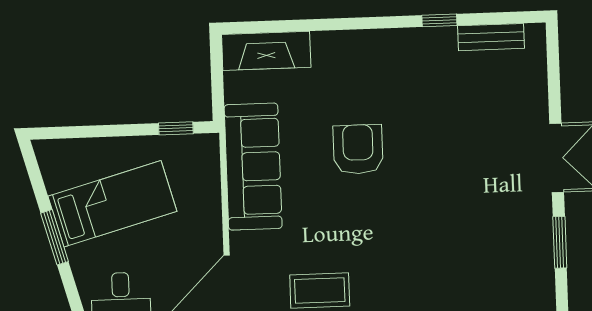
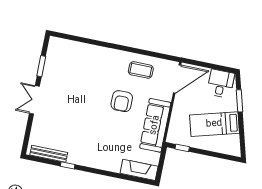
bench: (491, 37) -> (49, 154), width x1.36
armchair: (358, 149) -> (122, 101), moved
window: (55, 237) -> (239, 101), moved

